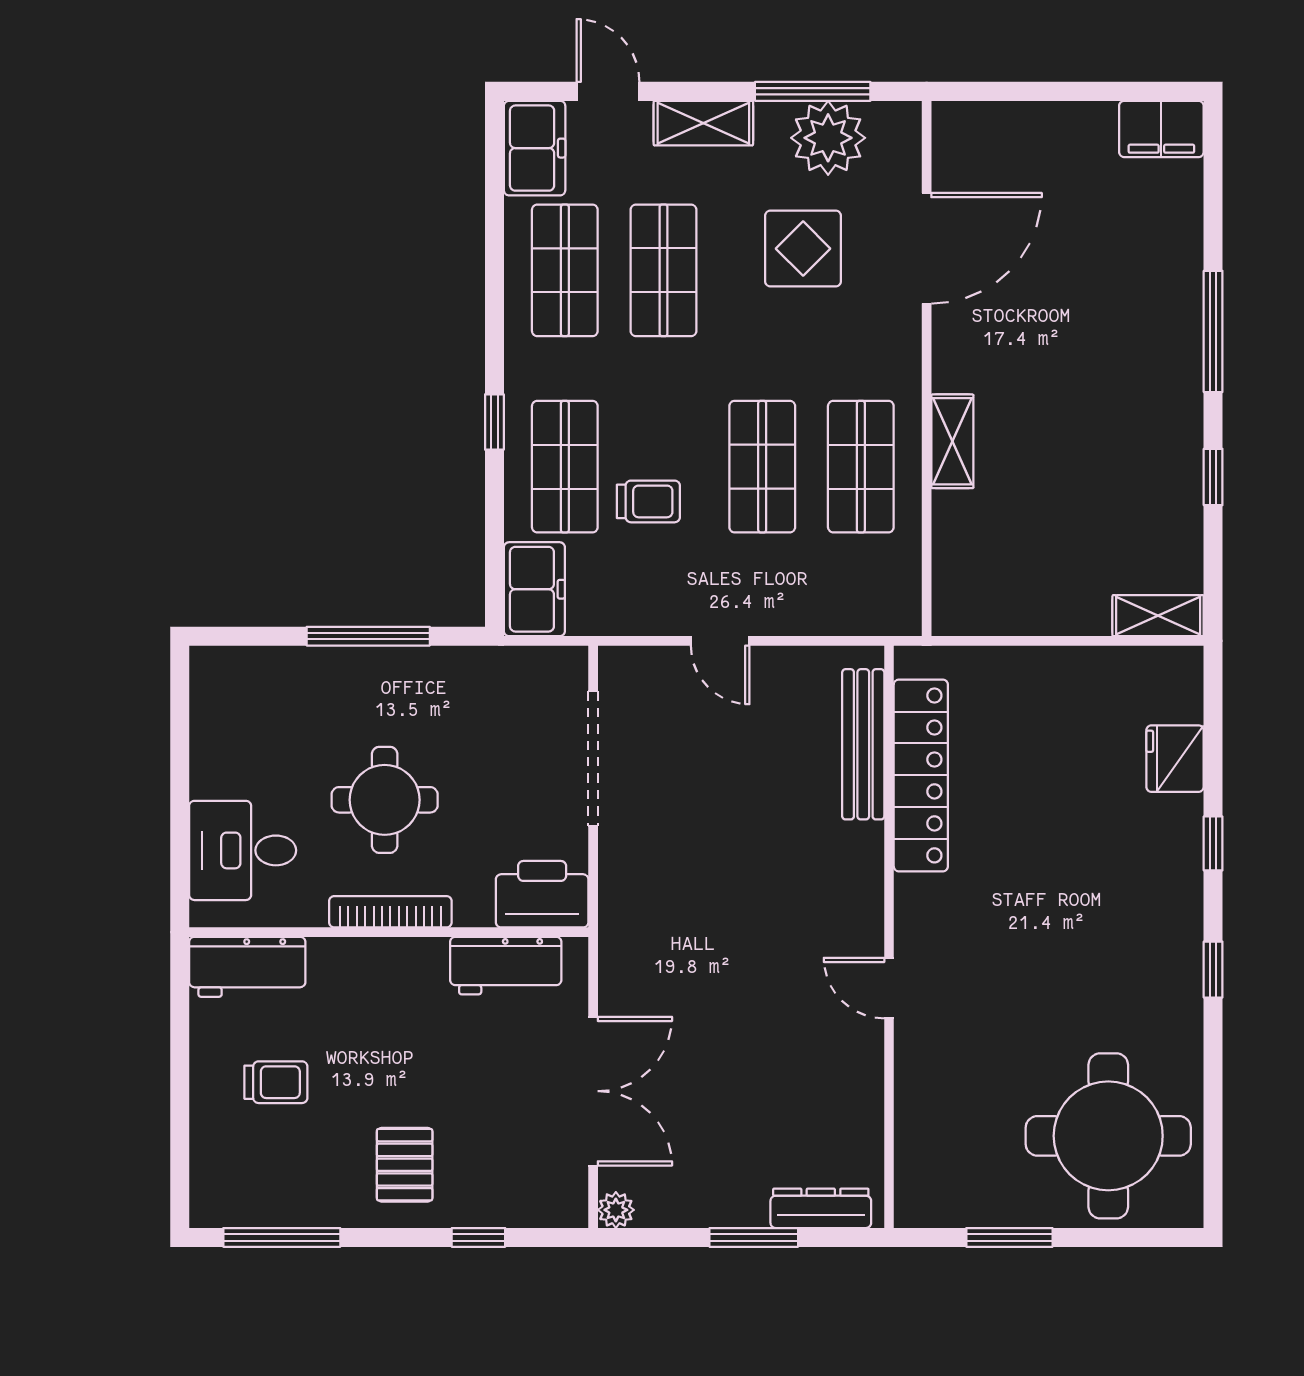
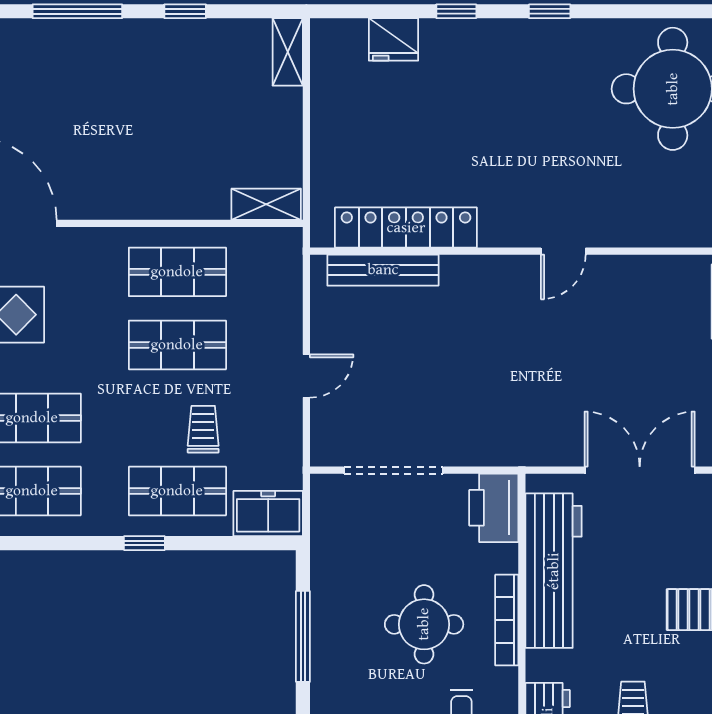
shelving: (952, 441) -> (266, 204), moved
workbench: (506, 966) -> (554, 571), width x1.88, depth x1.32

